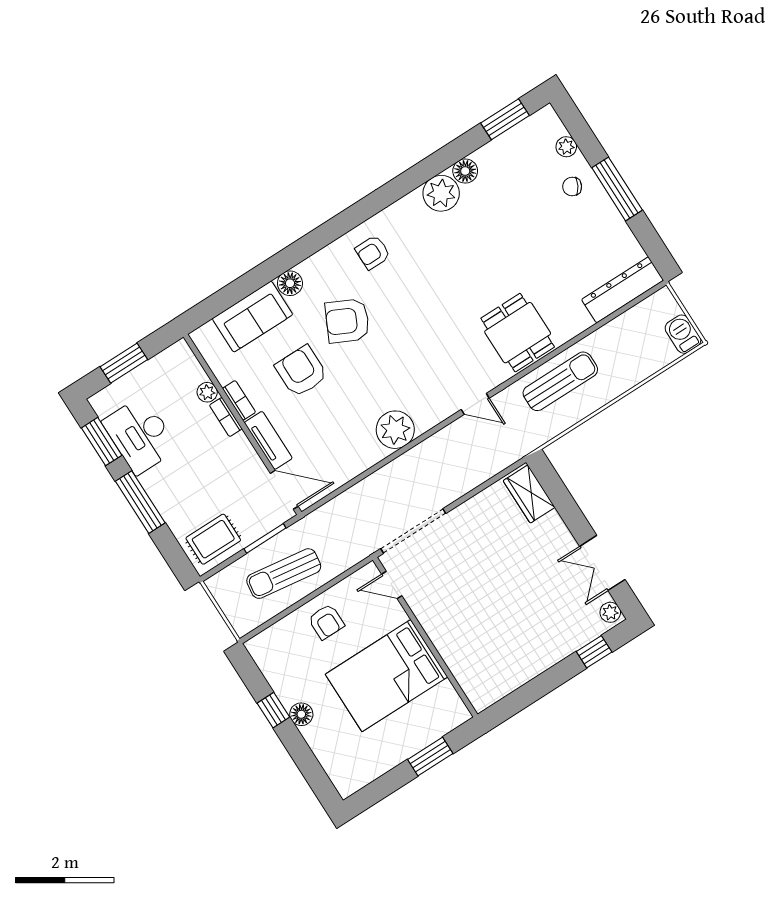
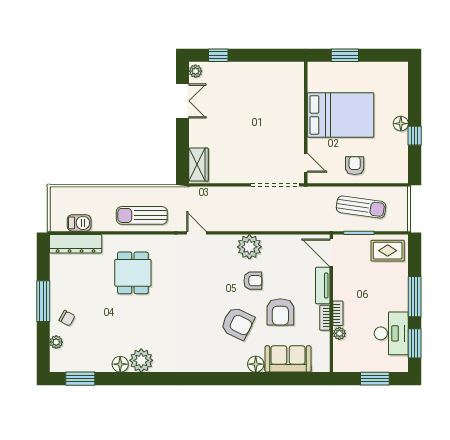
armchair: (373, 252) -> (253, 281), moved
dining table: (518, 333) -> (133, 273), moved
barbecue: (683, 334) -> (79, 223), moved, turned -90

